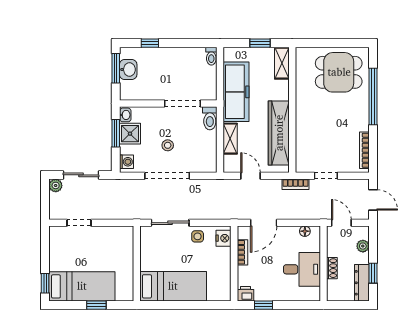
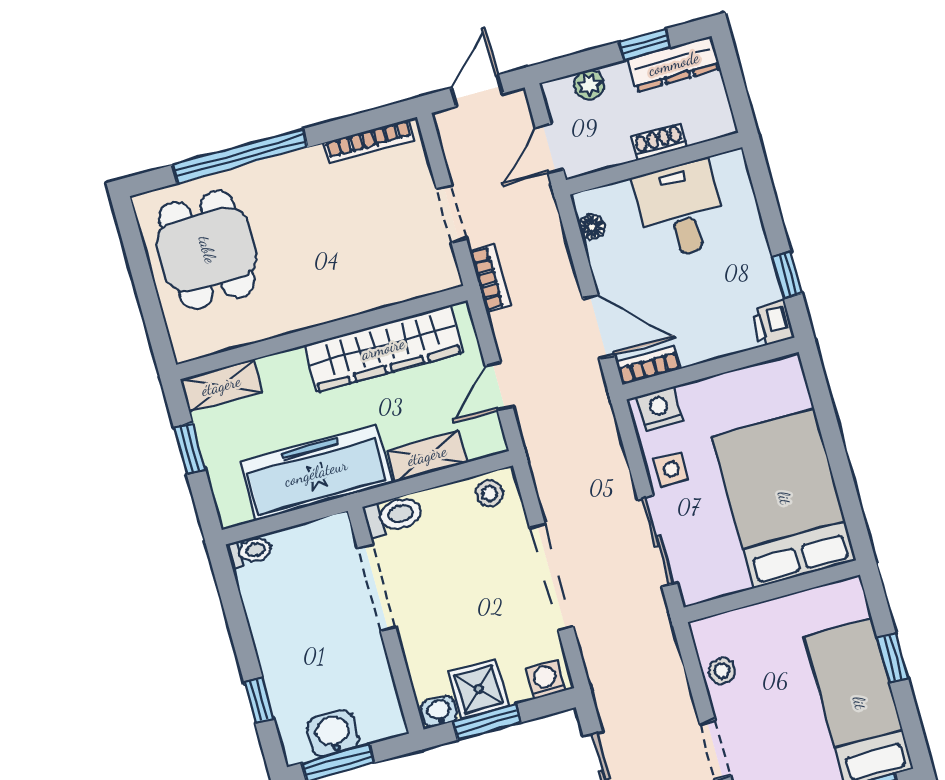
stool: (168, 145) -> (489, 493), moved
stool: (110, 234) -> (722, 671), added
bookcase: (242, 252) -> (648, 365), moved
bed: (173, 286) -> (784, 498), width x1.50

